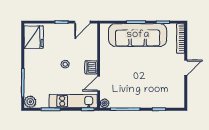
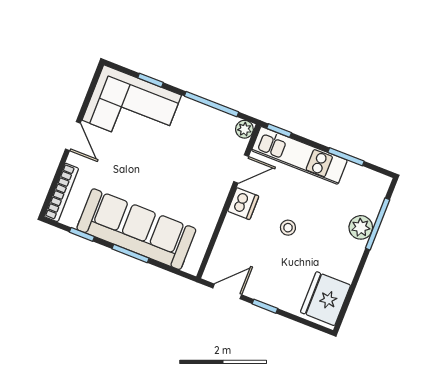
door: (186, 68) -> (73, 136), swing flipped
corner sofa: (163, 92) -> (132, 108), added
plant: (30, 102) -> (361, 227), moved

